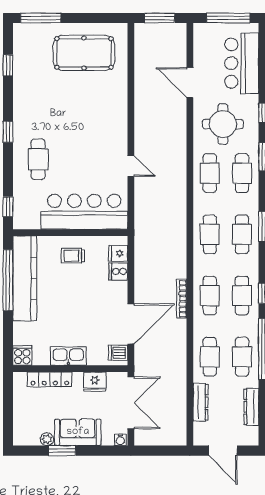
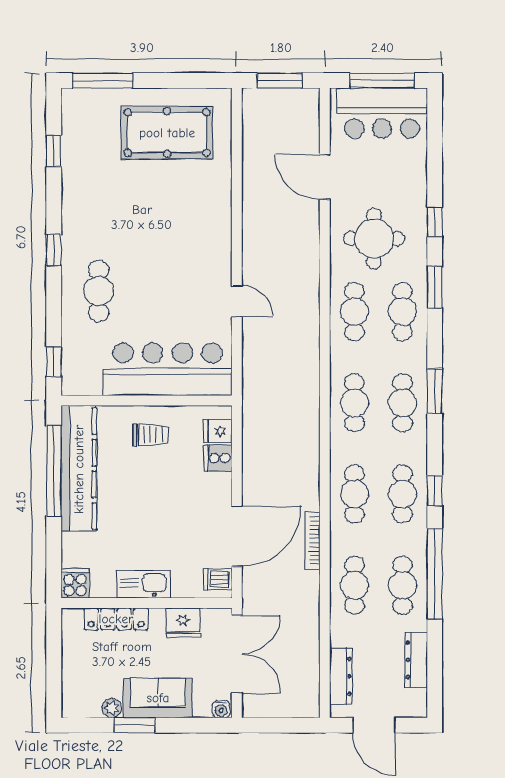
bar counter: (242, 63) -> (382, 113), moved, turned -90
trolley: (73, 256) -> (151, 435), turned 180
bookcase: (182, 299) -> (312, 540), moved
dresser: (201, 402) -> (341, 676), moved

